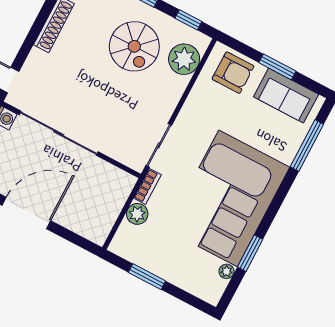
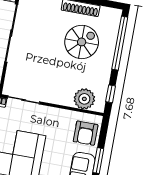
spiral stairs: (134, 46) -> (82, 42), moved, turned 180

